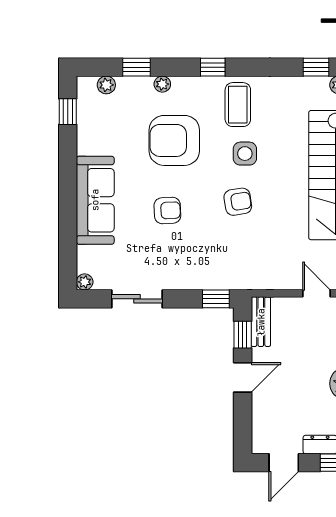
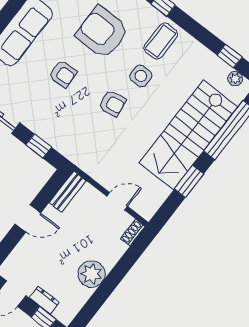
door: (317, 293) -> (117, 201), hinge flipped
window: (216, 299) -> (39, 146), moved
window: (243, 335) -> (49, 191), removed

